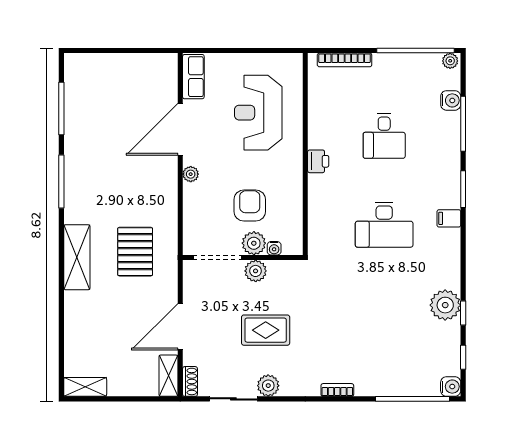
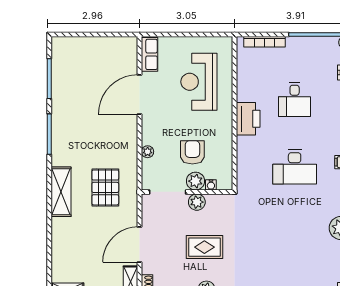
printer: (318, 161) -> (248, 119), width x1.87, depth x1.48
plant: (191, 174) -> (148, 152), moved

